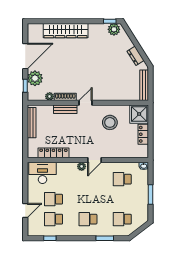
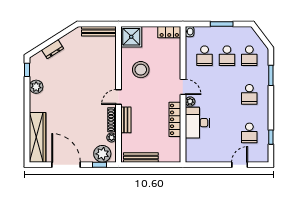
plant: (114, 29) -> (36, 87), moved
wardrobe: (66, 31) -> (37, 137), moved
dresser: (136, 56) -> (53, 49), moved
plant: (35, 78) -> (102, 154), moved
door: (86, 103) -> (118, 97), hinge flipped
locker: (143, 134) -> (169, 32), moved
locker: (53, 153) -> (175, 119), moved
desk: (42, 173) -> (197, 123), moved
school desk: (54, 199) -> (227, 56), moved
door: (25, 211) -> (240, 165), hinge flipped

